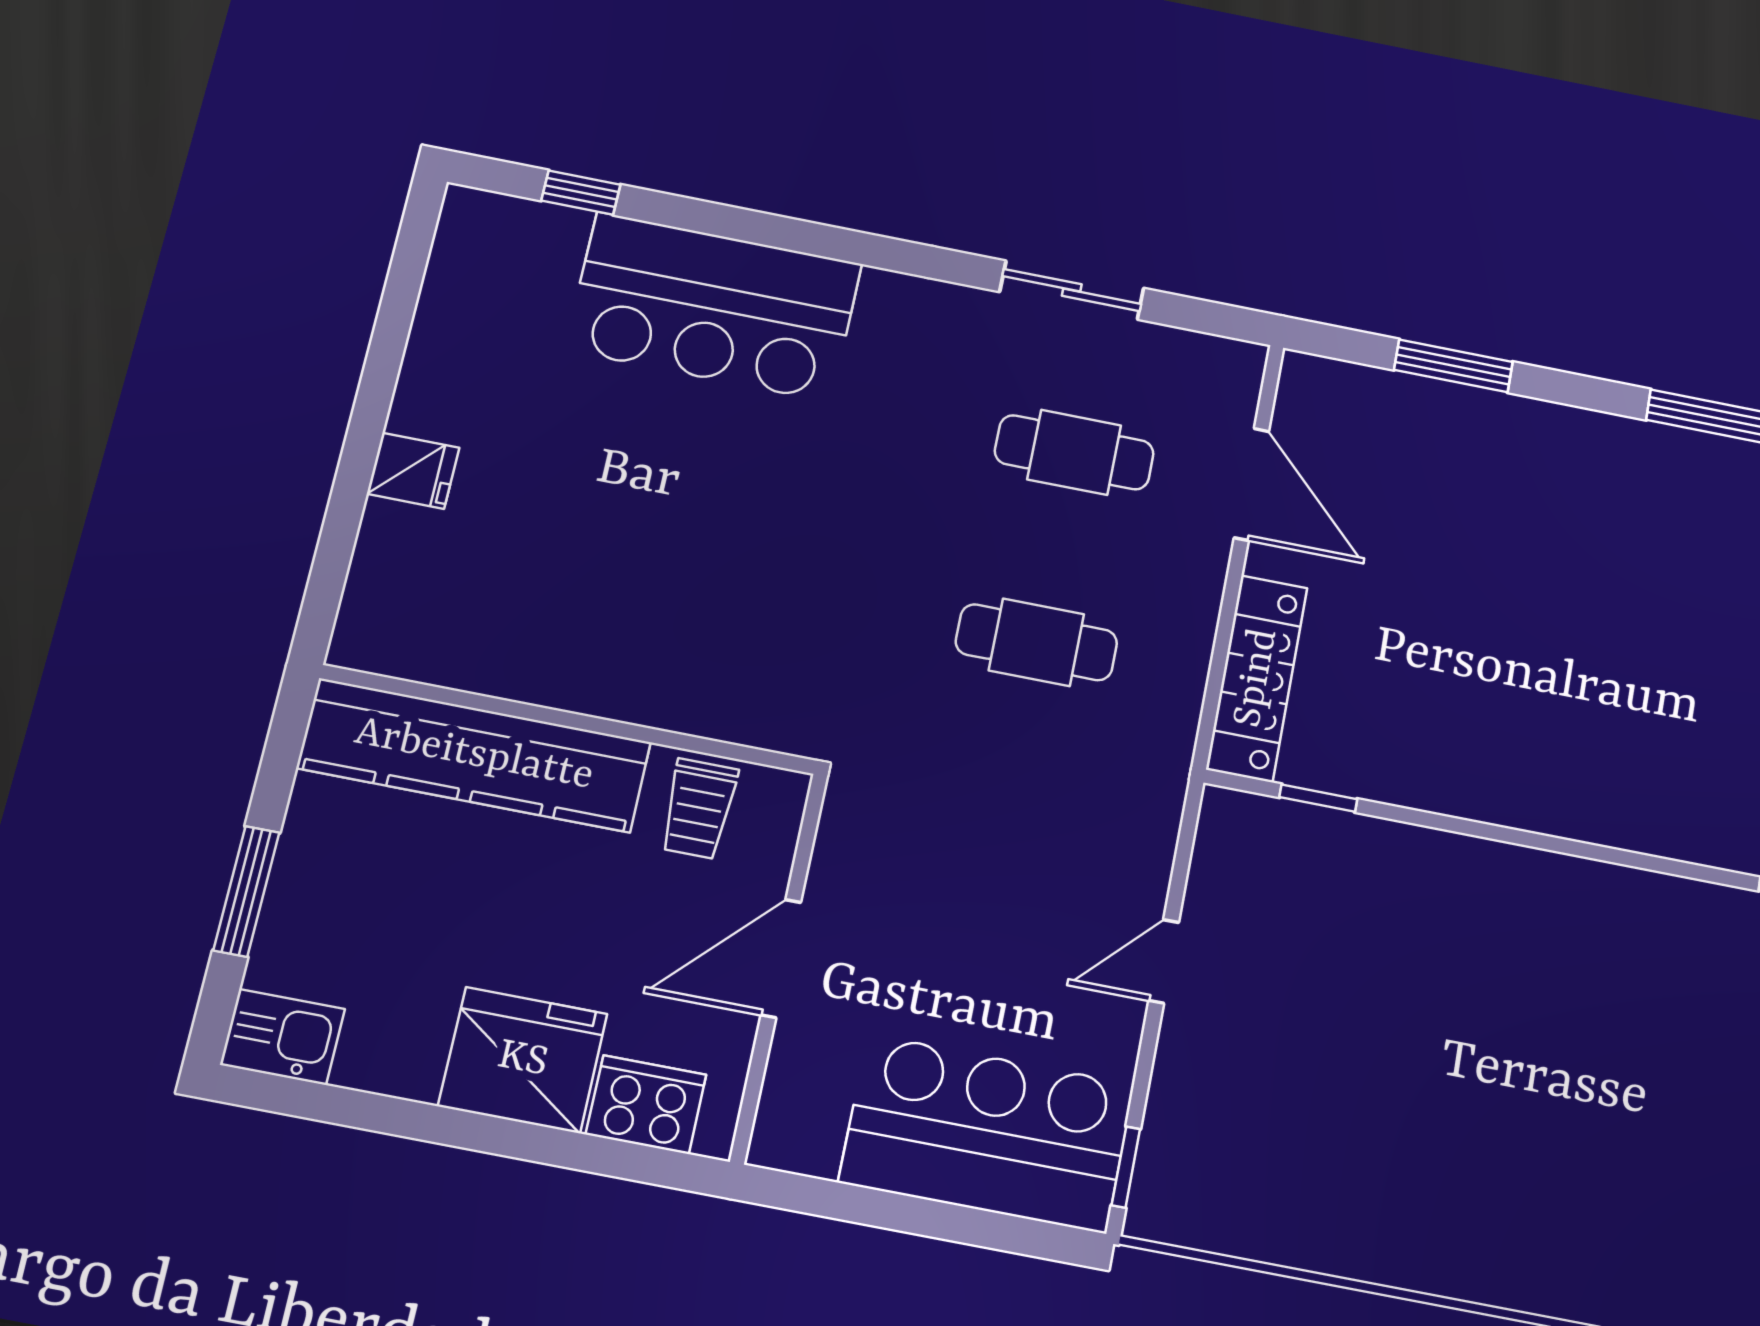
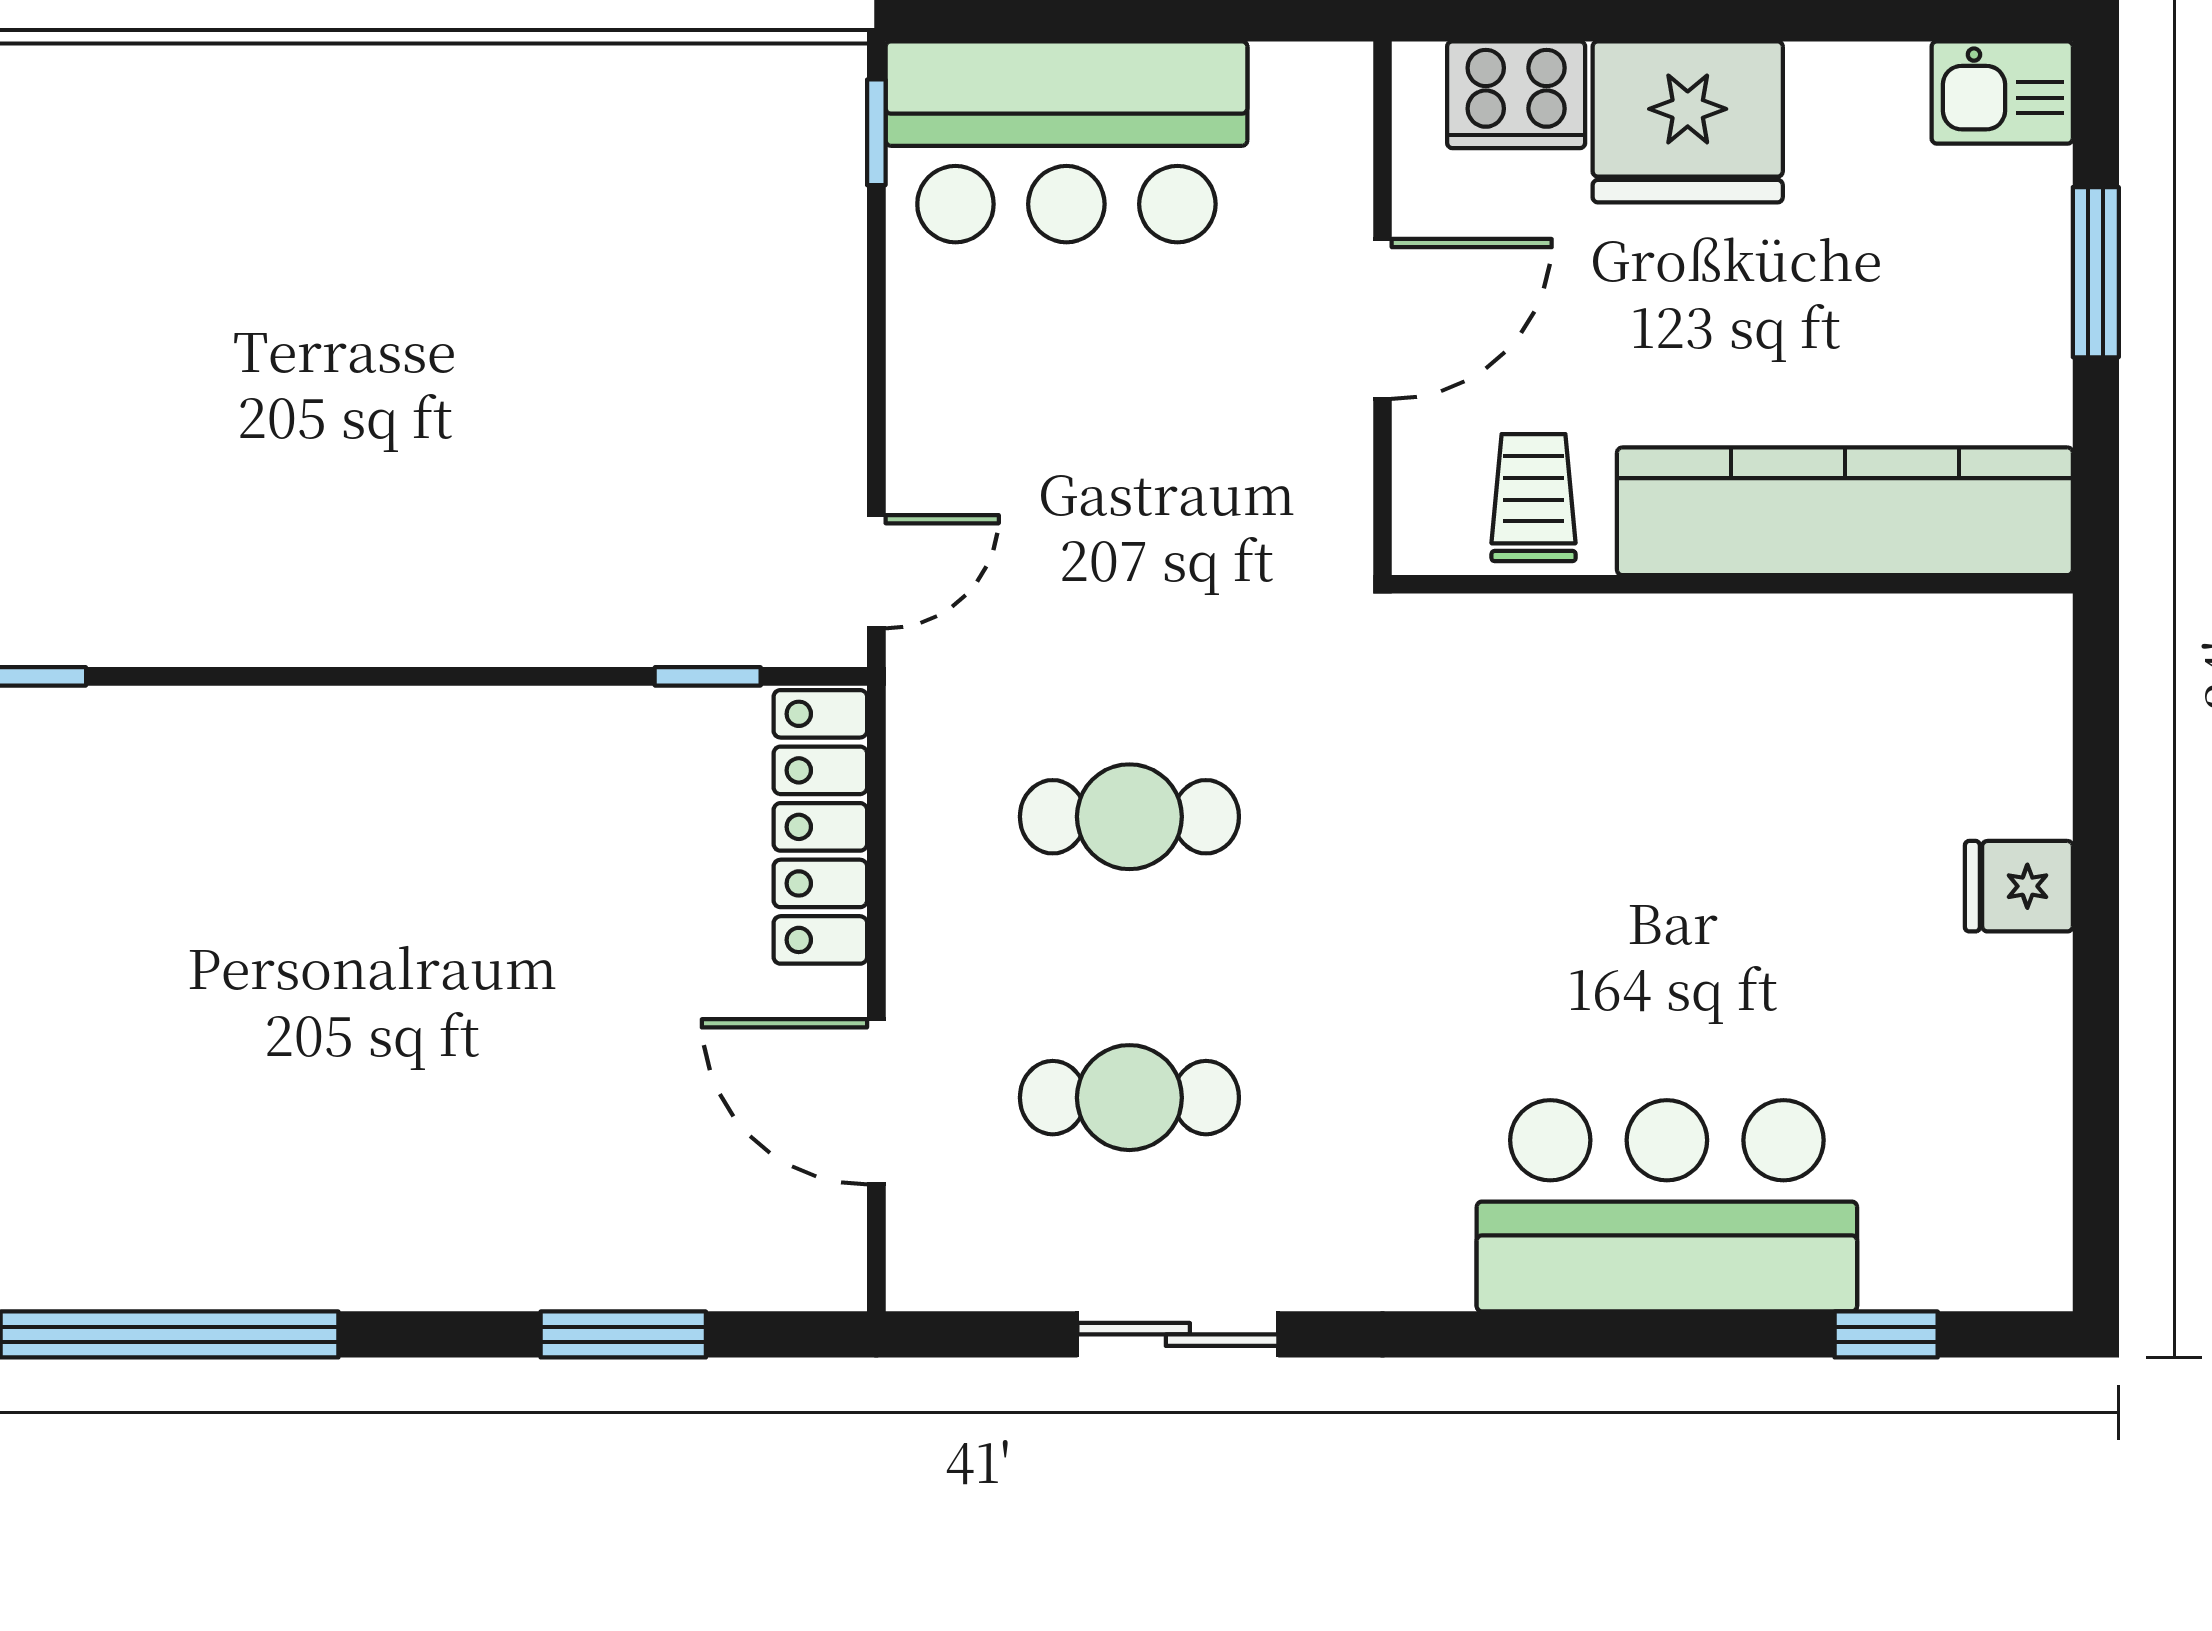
door: (1164, 961) -> (876, 572), moved

